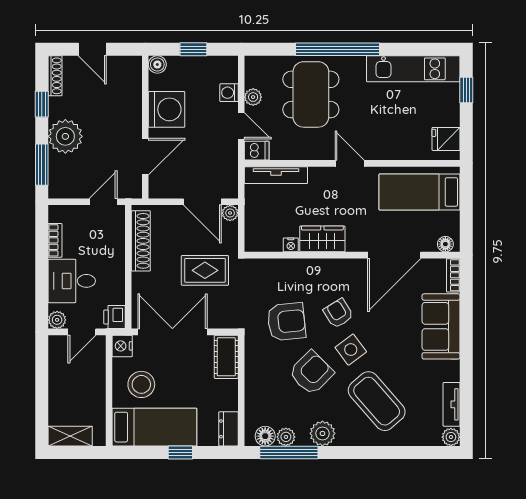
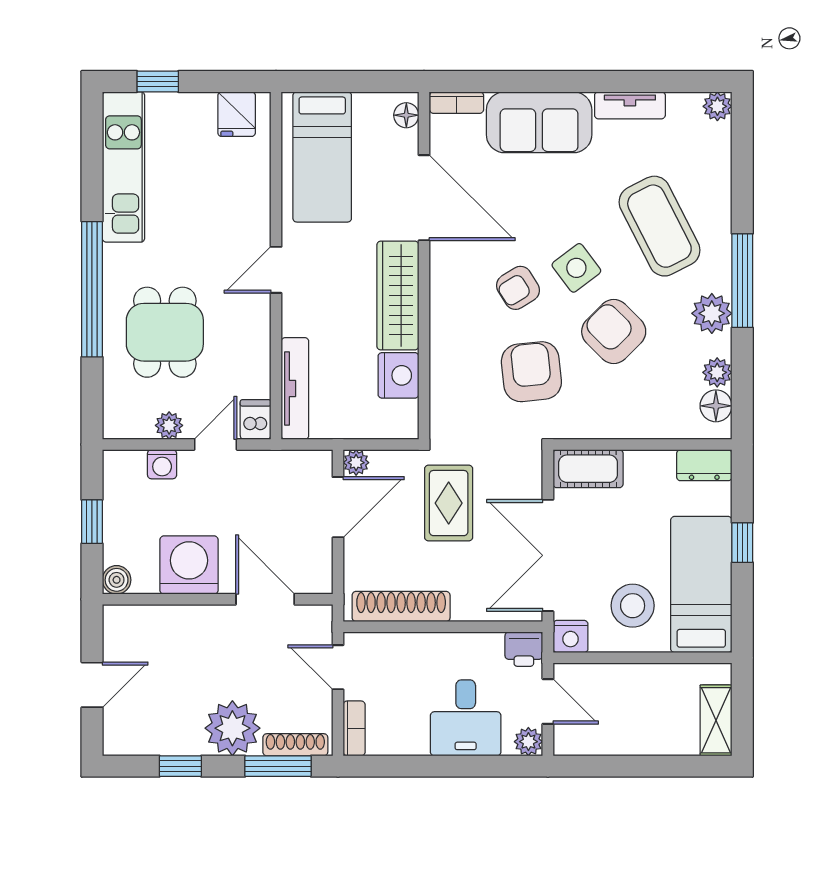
shoe rack: (55, 76) -> (295, 745), moved
dining table: (311, 94) -> (165, 332), width x0.73
wardrobe: (322, 239) -> (398, 296), width x1.50
bookcase: (55, 240) -> (354, 728), moved, turned 90
nightstand: (291, 245) -> (398, 375), width x1.89, depth x1.79
coffee table: (377, 401) -> (659, 226), turned -76
tv unit: (452, 404) -> (630, 105), moved
window: (289, 452) -> (742, 281), moved

